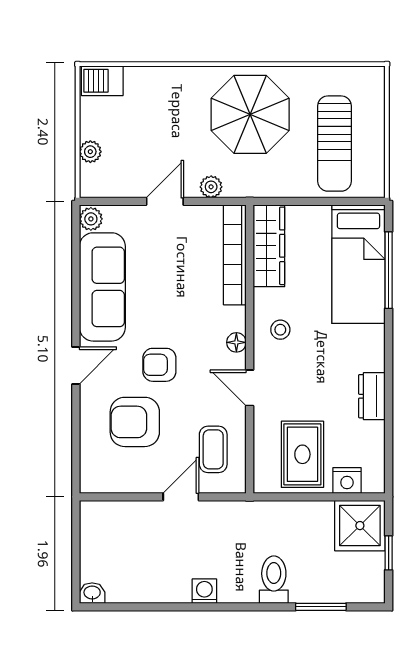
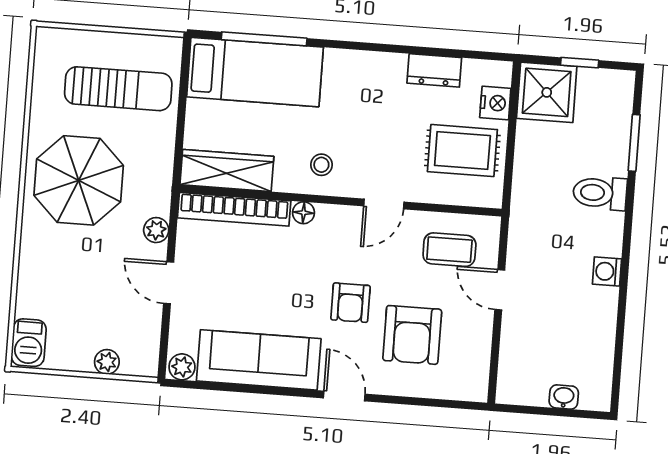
floor lamp: (236, 342) -> (304, 213), moved
dresser: (372, 396) -> (434, 70), moved
washbasin: (92, 593) -> (564, 397), moved, turned 90

